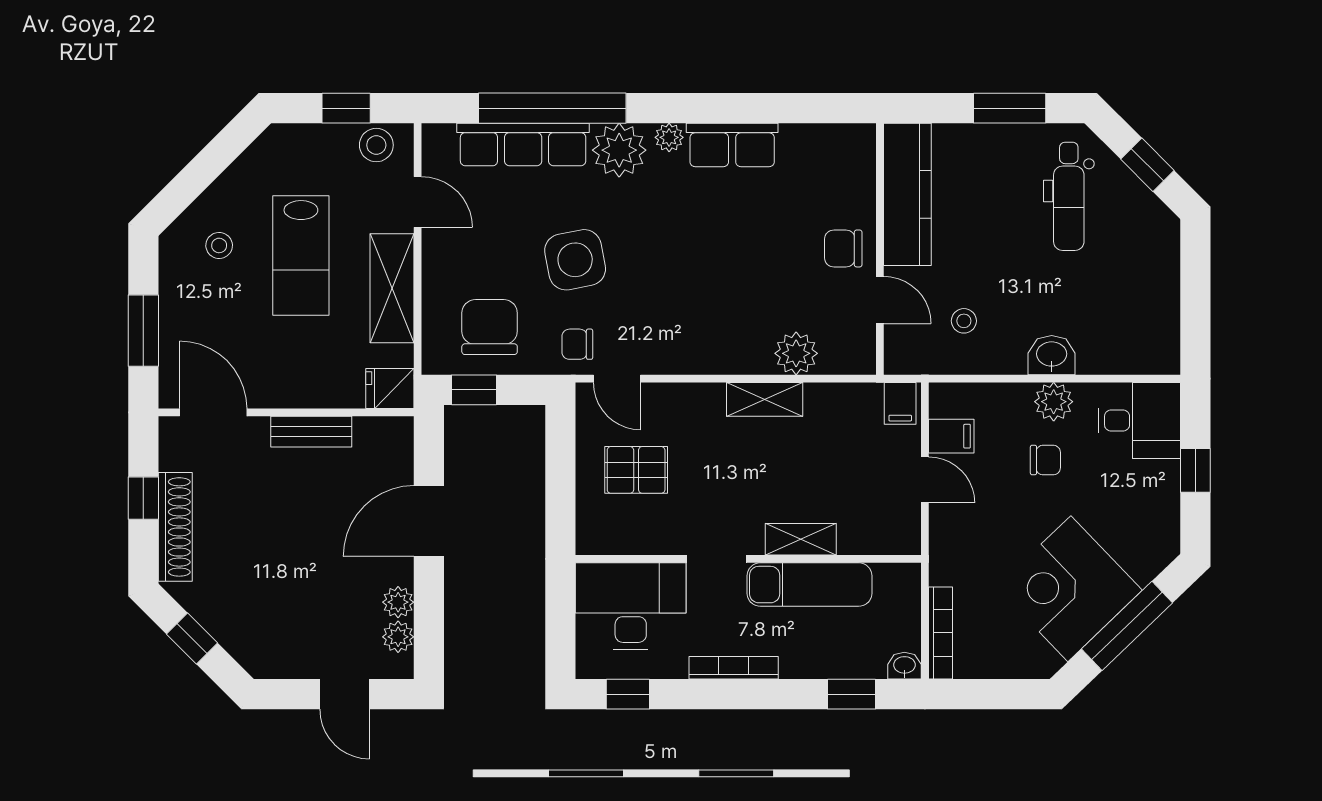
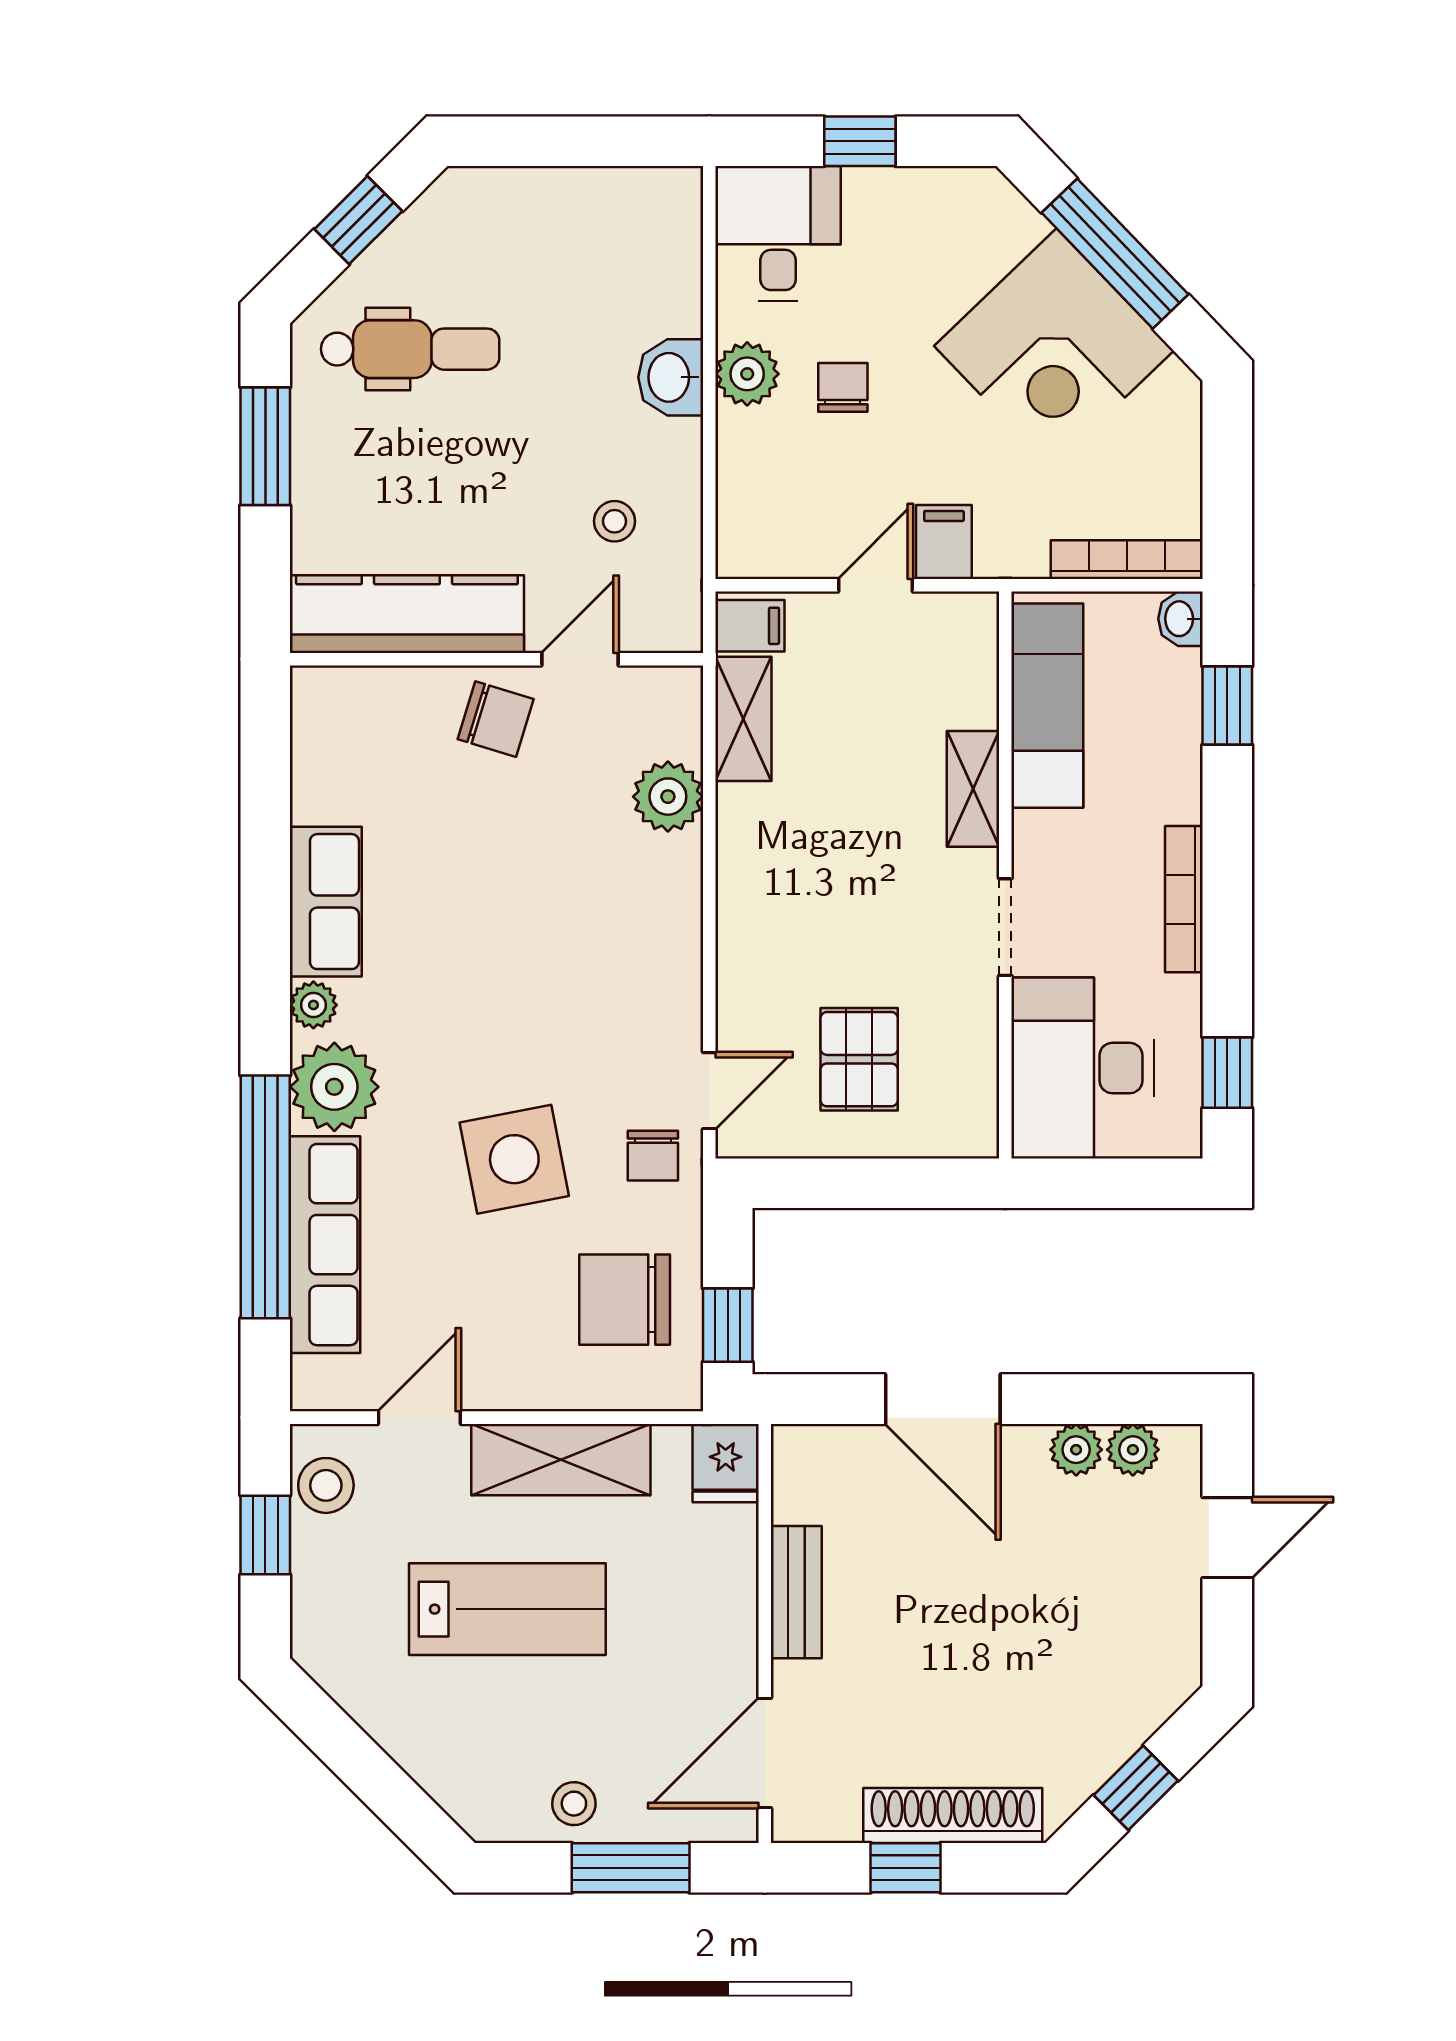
stool: (219, 245) -> (574, 1804), moved
chair: (843, 248) -> (496, 719), turned -73
shelving: (765, 399) -> (743, 719), moved
filing cabinet: (951, 436) -> (944, 542), moved
exam couch: (810, 585) -> (1047, 706), moved

